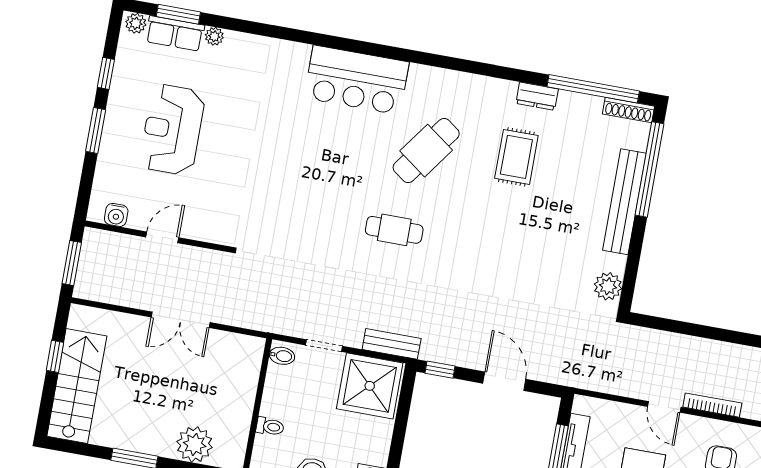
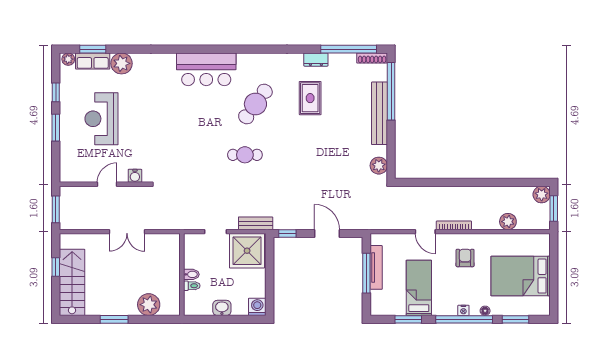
plant: (214, 36) -> (122, 63), width x1.88, depth x1.88
water cooler: (116, 215) -> (135, 176), moved
bidet: (282, 356) -> (191, 274), moved

